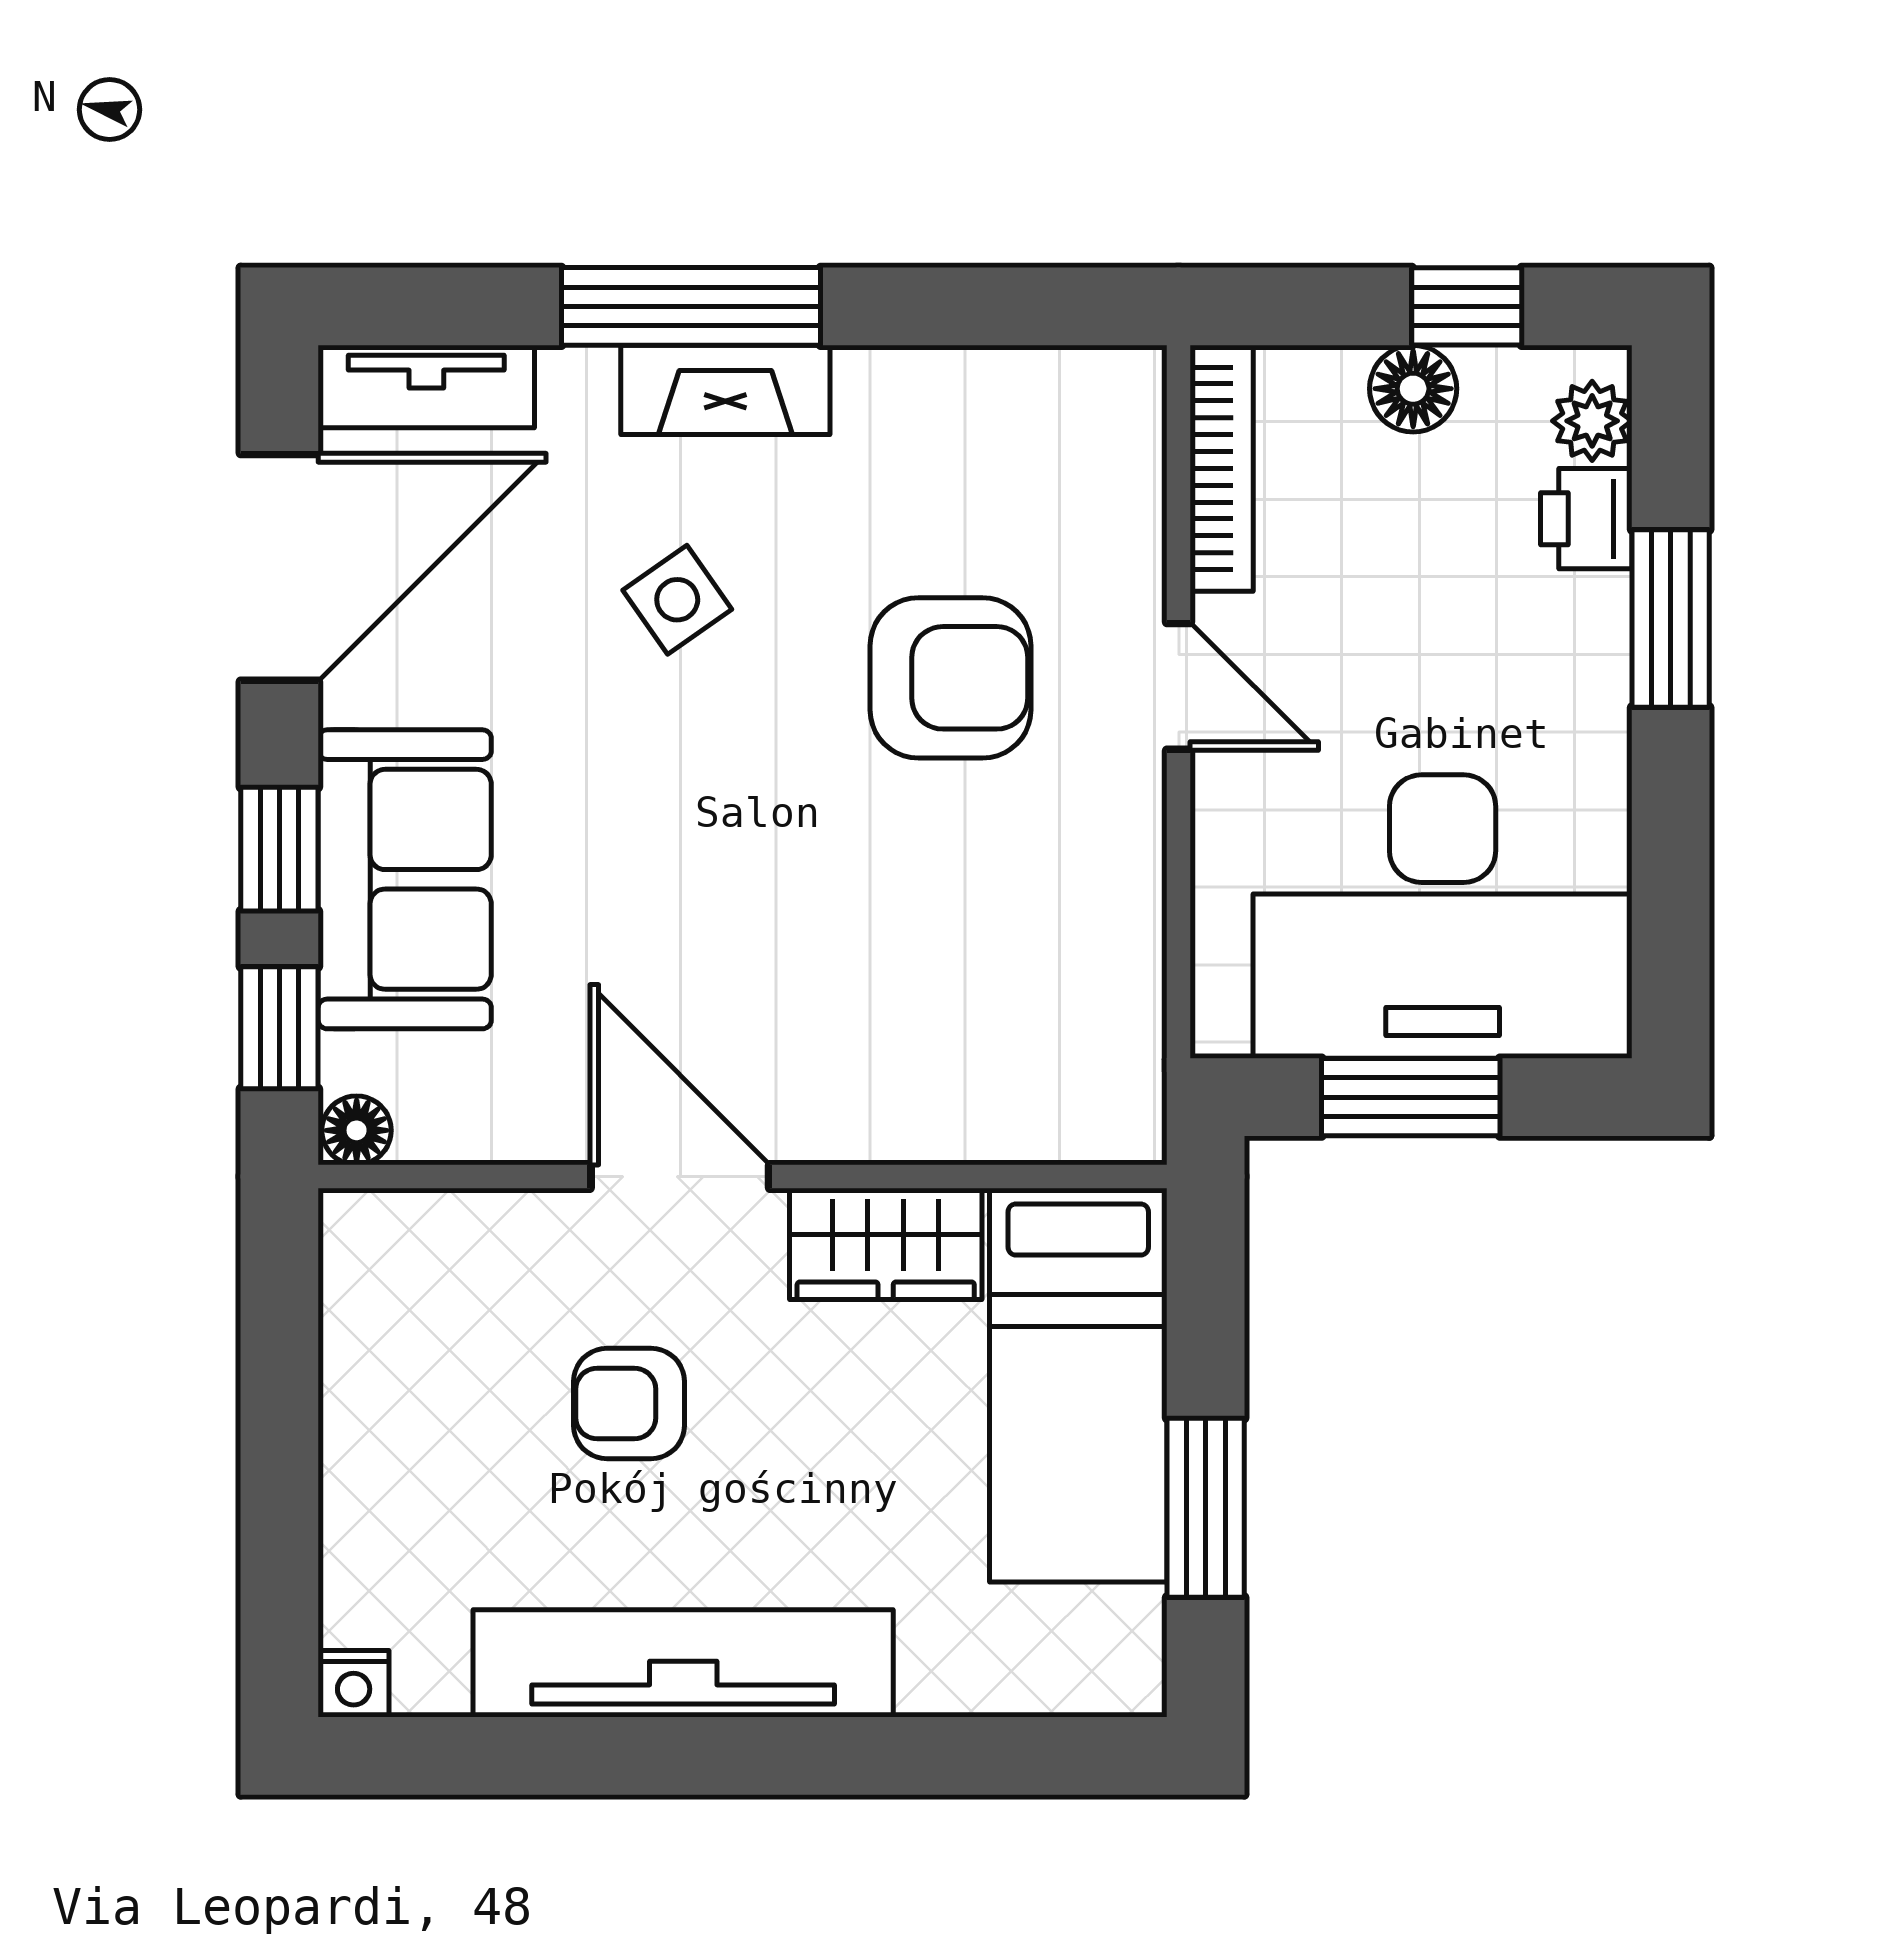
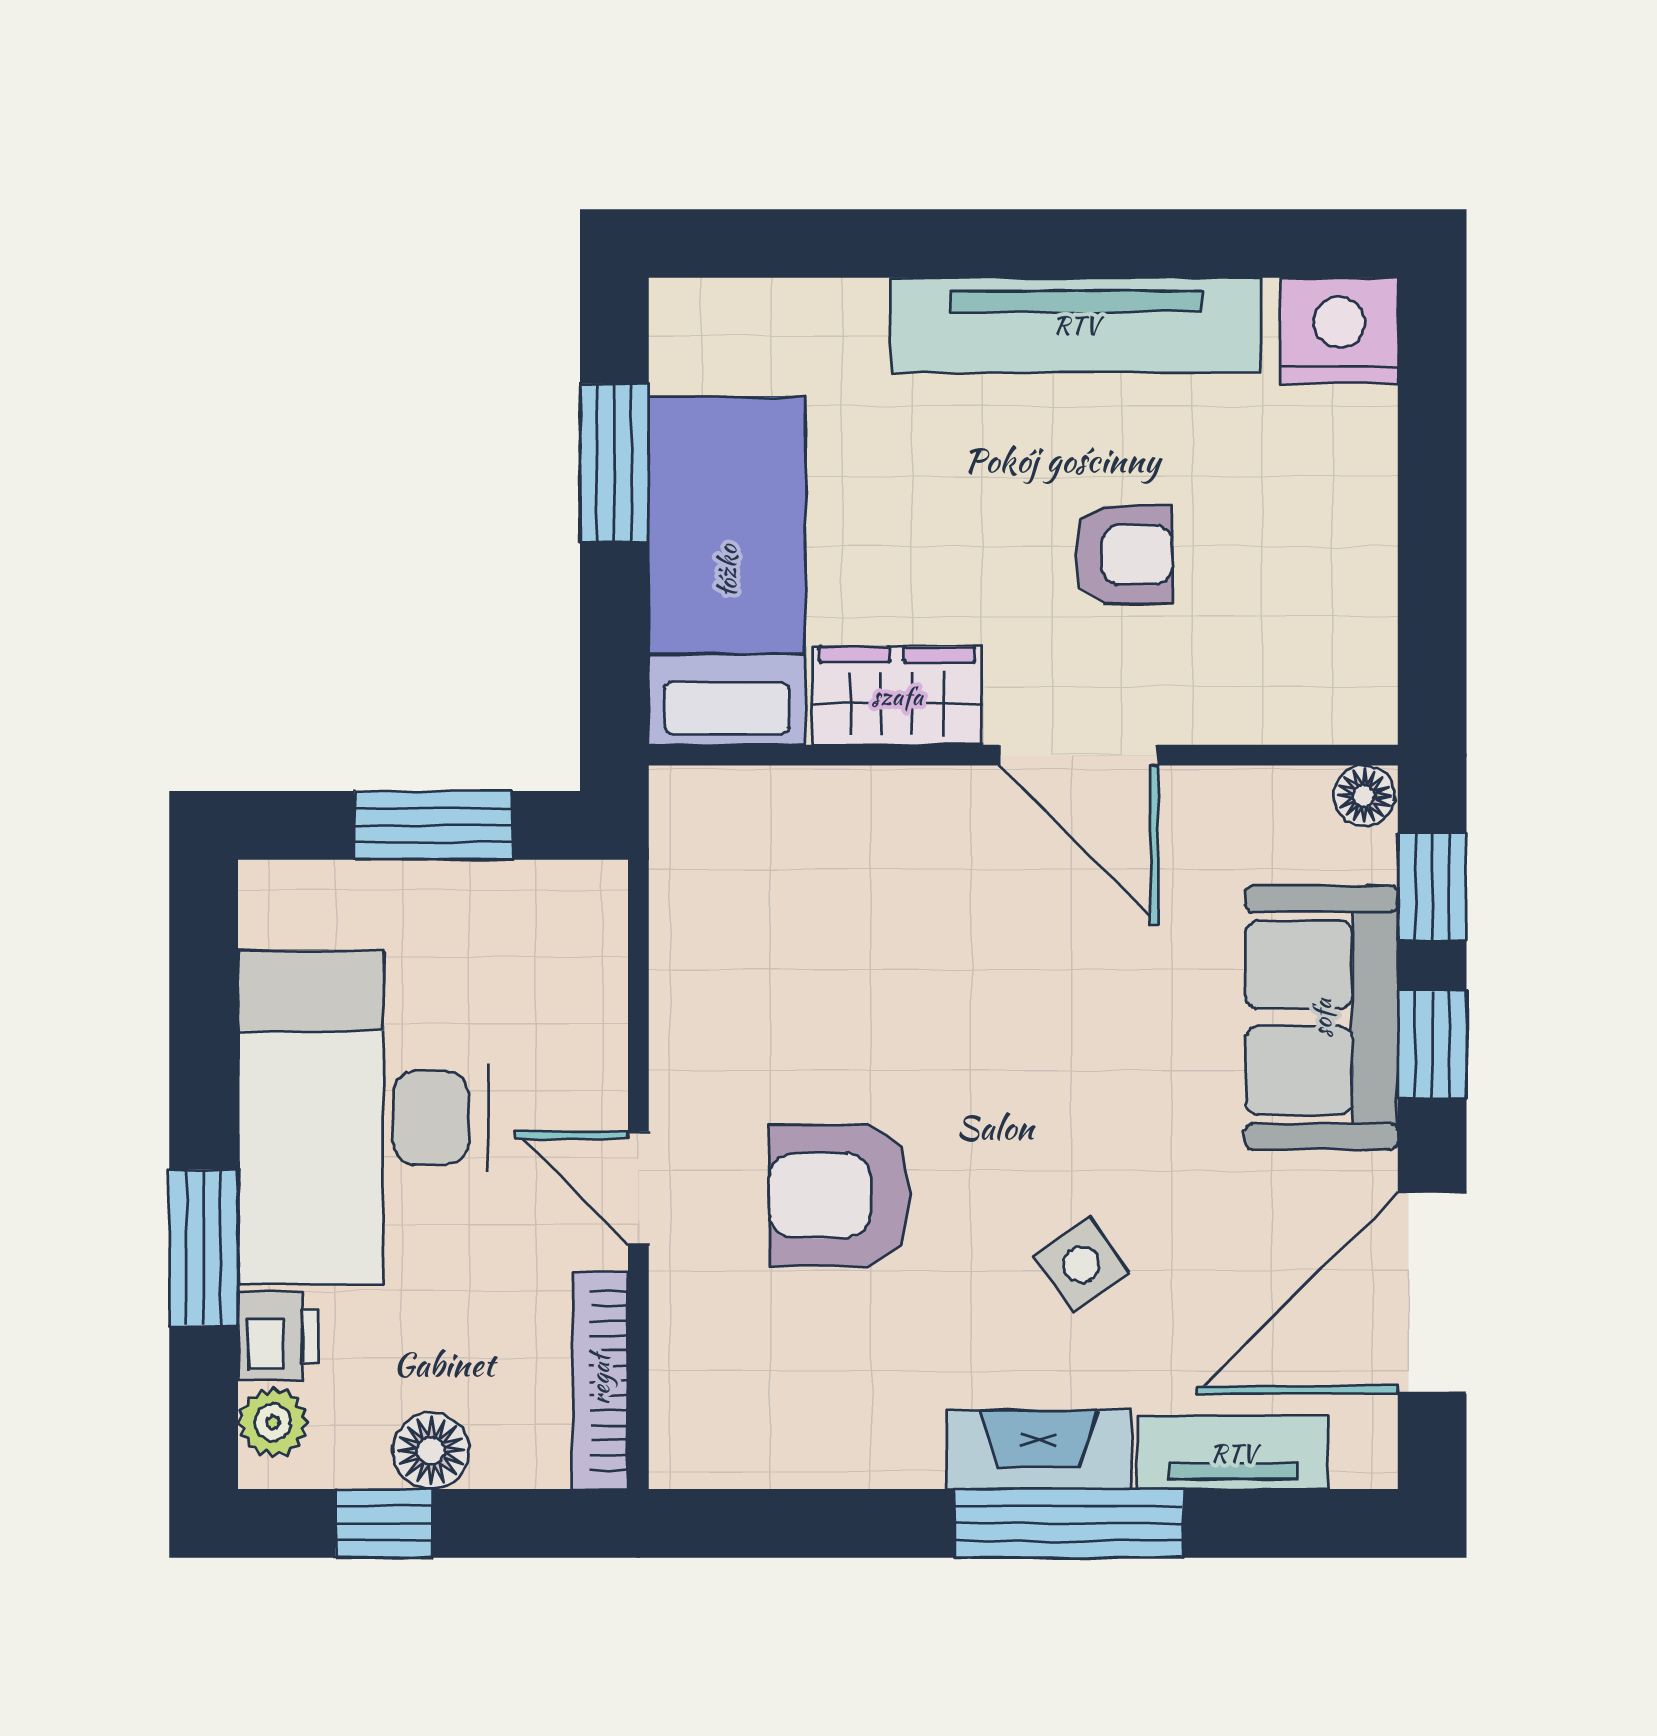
tv unit: (426, 387) -> (1233, 1453), moved
desk: (1443, 917) -> (363, 1118), moved, turned -90
nightstand: (354, 1684) -> (1339, 331), width x1.89, depth x1.79

